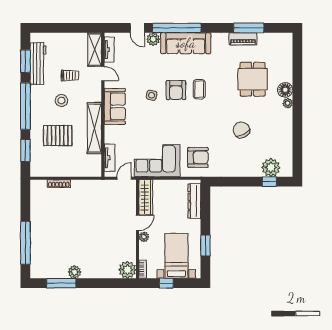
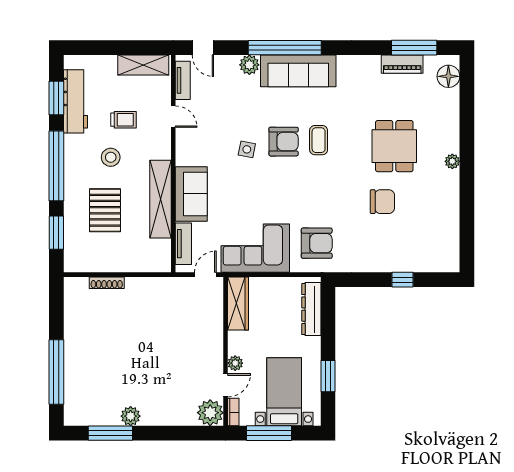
door: (137, 28) -> (203, 48), moved
window: (249, 28) -> (414, 48), moved
piano: (243, 39) -> (402, 64), moved
shelving: (95, 50) -> (143, 65), moved, turned 90
dining table: (253, 79) -> (394, 146), moved
armchair: (176, 90) -> (284, 142), turned -90
floor lamp: (285, 90) -> (448, 76), moved
sofa: (115, 106) -> (191, 194), moved
chair: (241, 130) -> (382, 202), turned 117
pallet: (58, 136) -> (105, 210), turned 90
plant: (271, 168) -> (427, 259), removed
window: (269, 182) -> (402, 280), moved
door: (138, 223) -> (226, 385), moved
window: (166, 283) -> (269, 433), width x2.17

